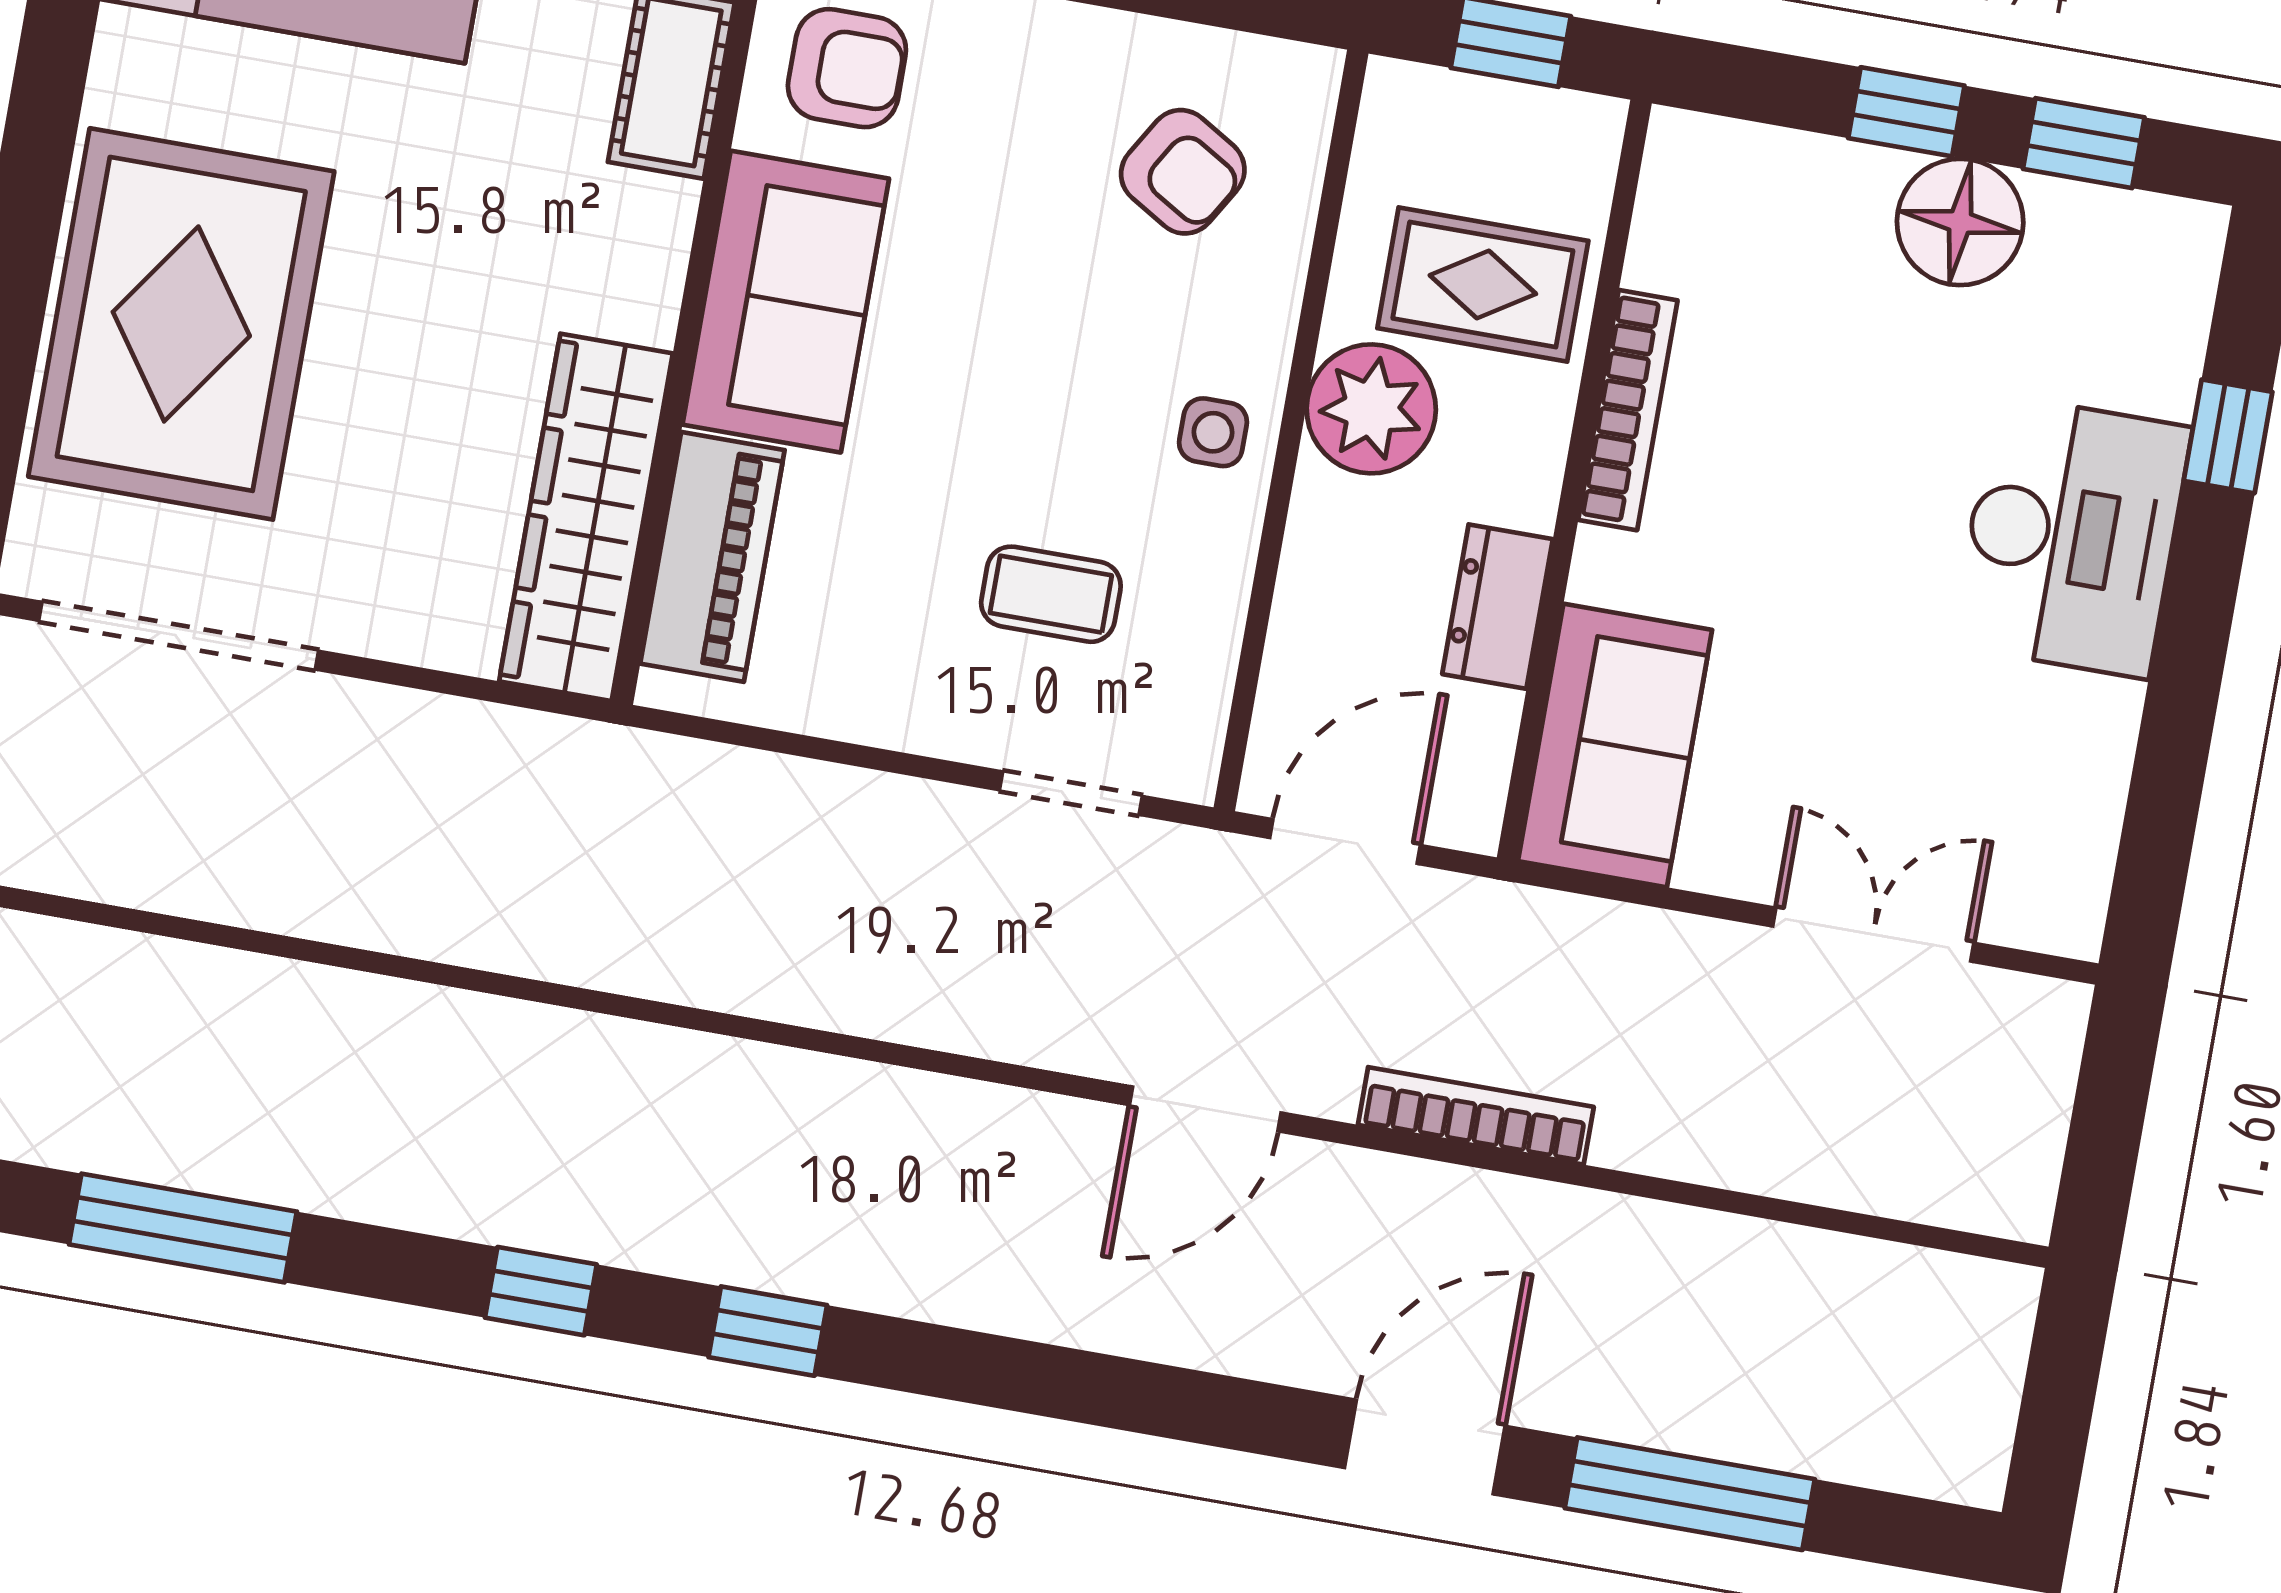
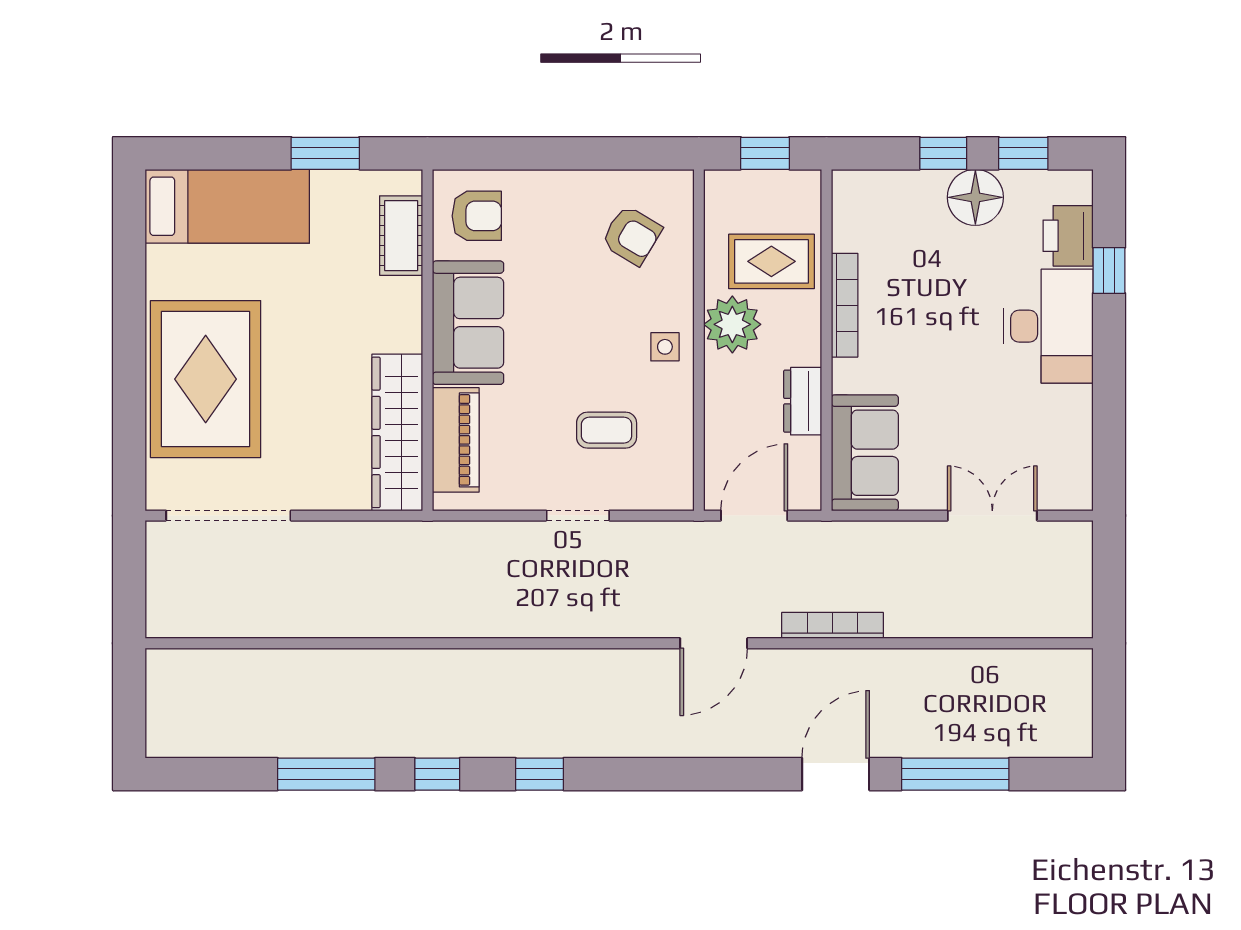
printer: (2151, 344) -> (1068, 236), added
doorway: (1071, 793) -> (578, 516), moved
window: (183, 1228) -> (326, 774), moved

